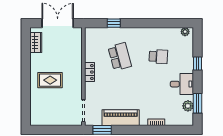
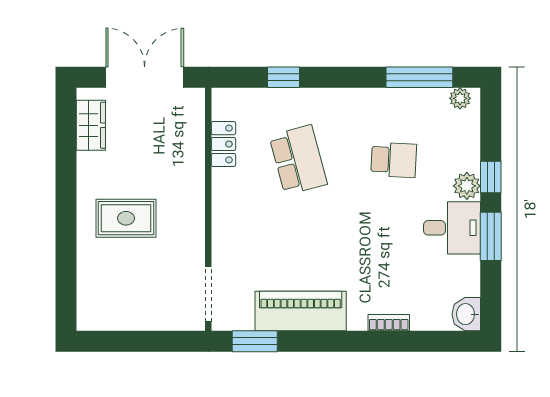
window: (169, 23) -> (419, 77), added
locker: (89, 72) -> (223, 144), moved
window: (198, 103) -> (491, 236), moved
plant: (188, 106) -> (467, 186), moved
washbasin: (188, 119) -> (466, 314), added

